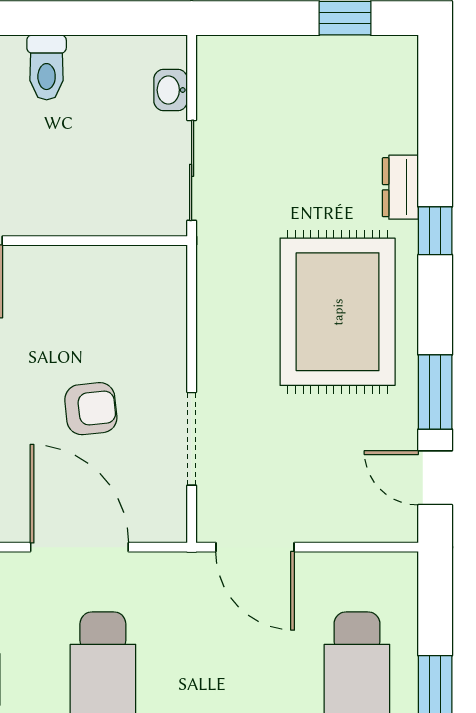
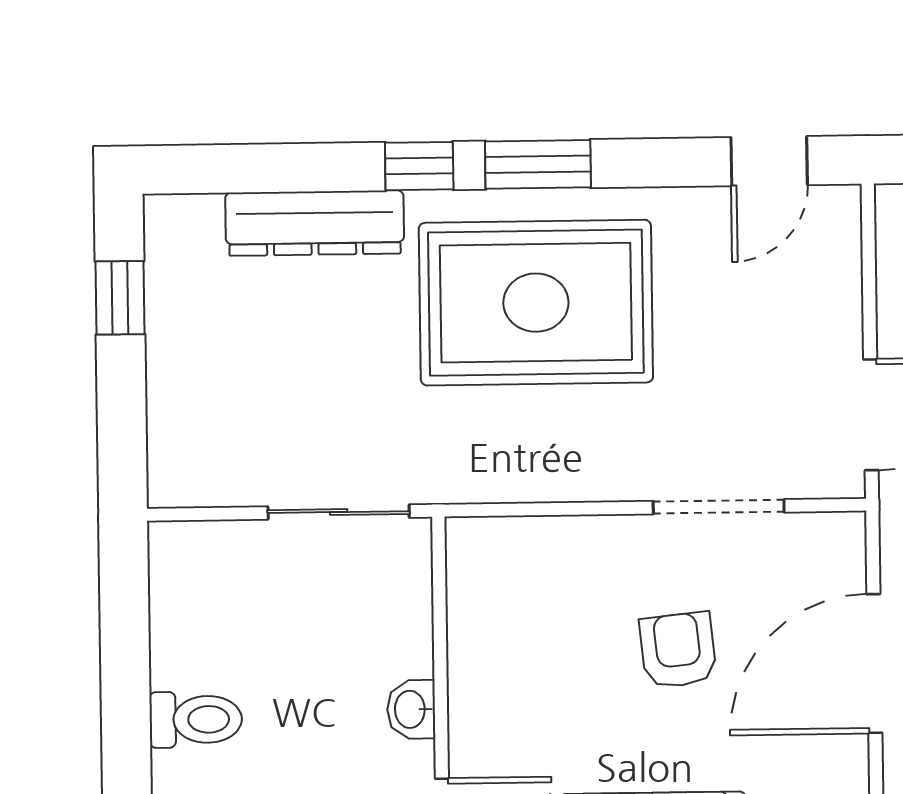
washbasin: (171, 90) -> (411, 709), moved, turned 90
dresser: (400, 187) -> (315, 223), width x1.96, depth x1.24
window: (435, 392) -> (538, 164), moved

